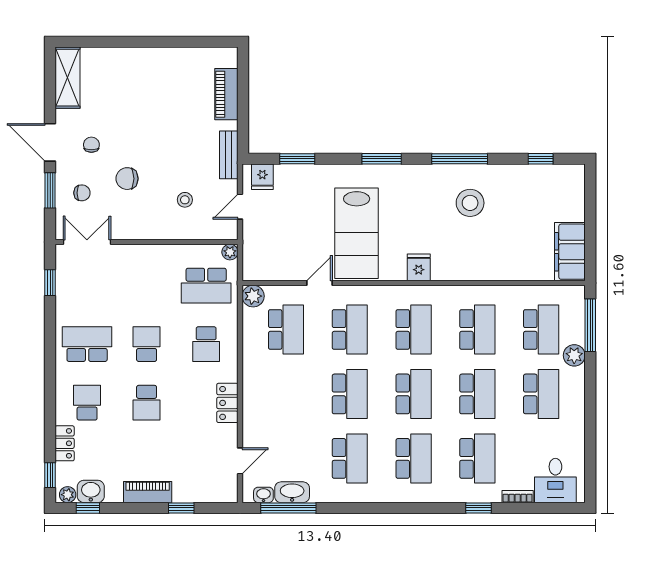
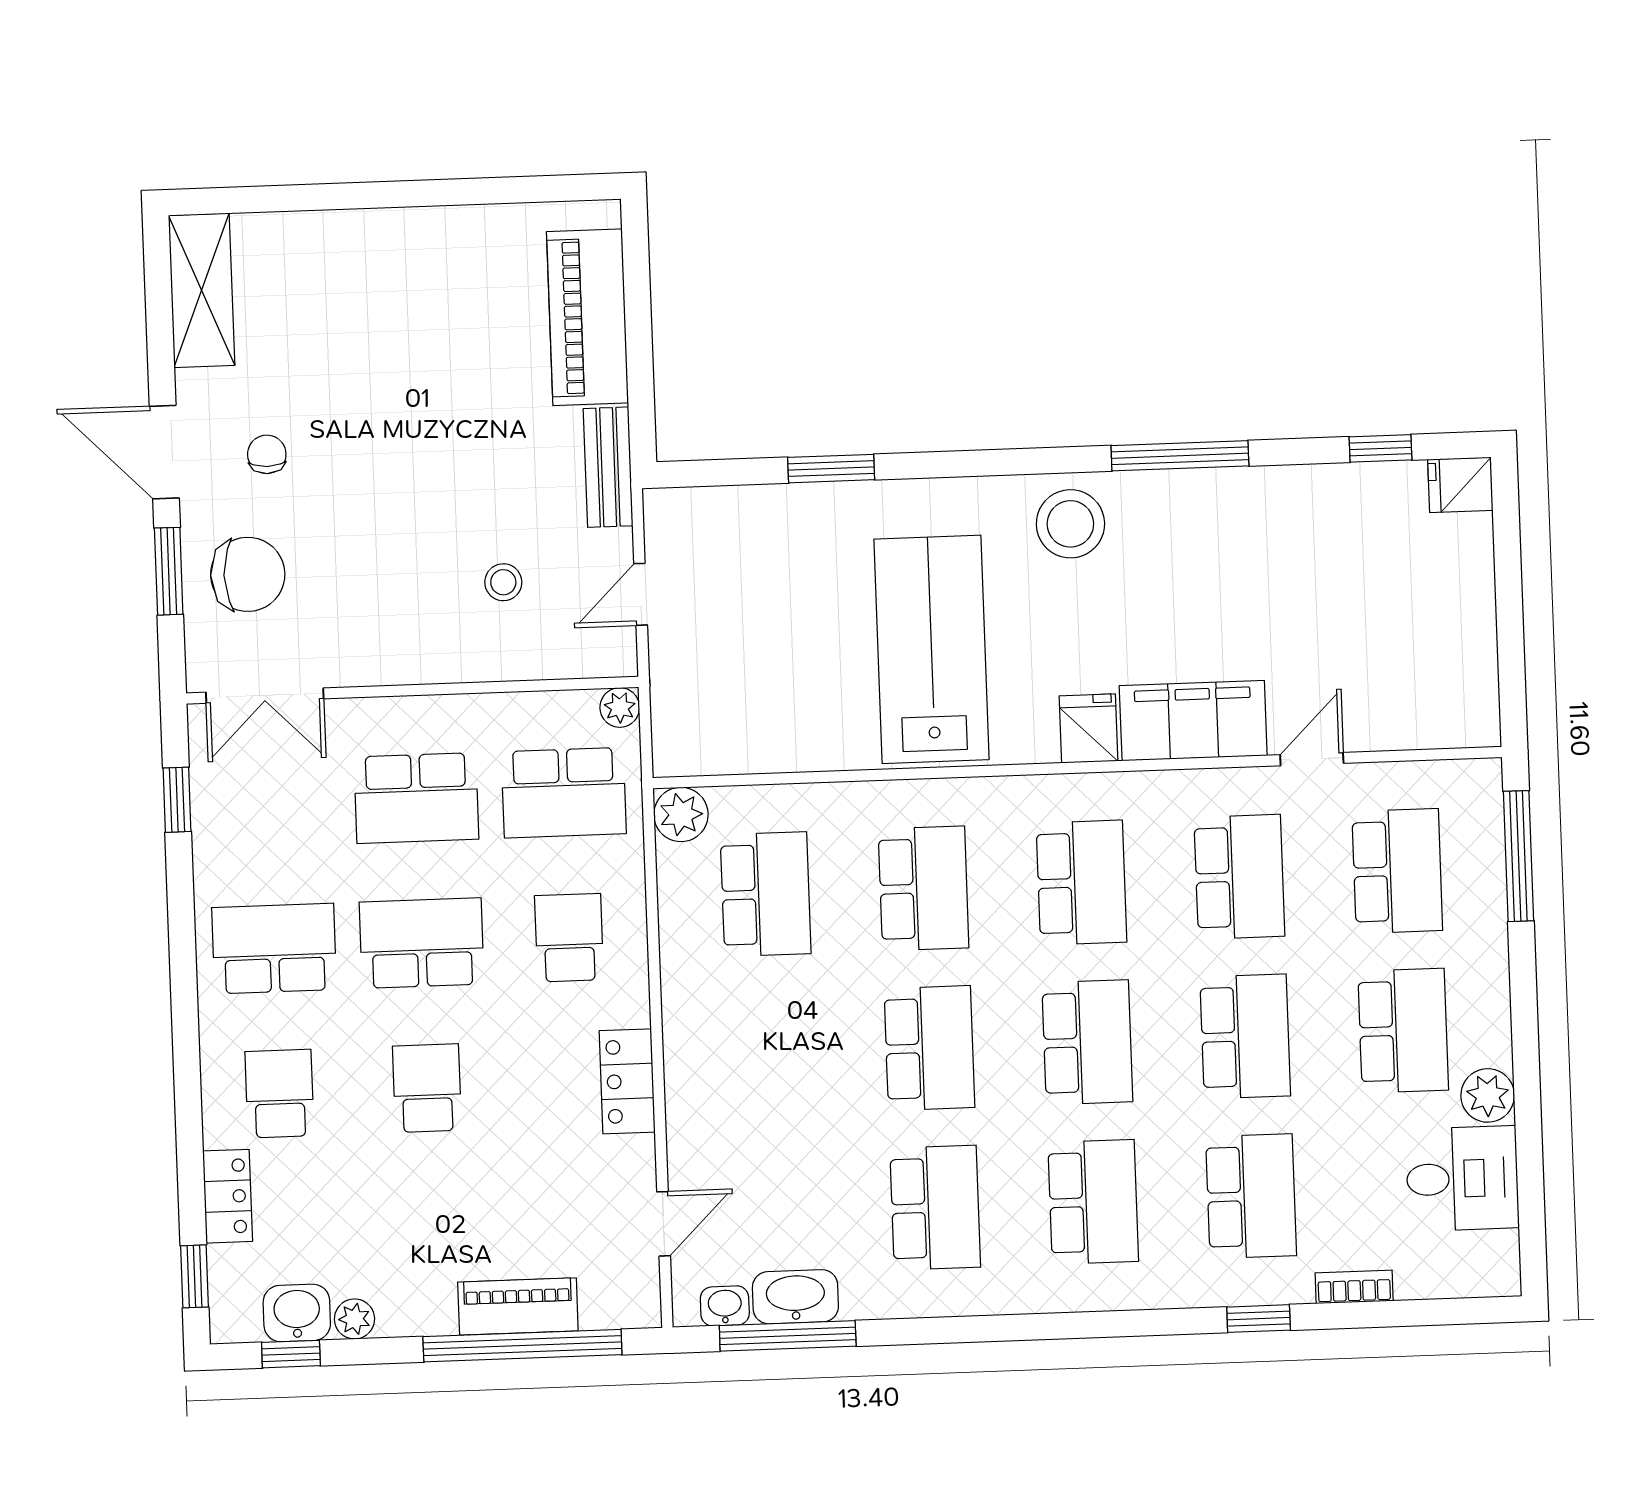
piano: (226, 94) -> (587, 317), width x1.37, depth x1.33
window: (297, 159) -> (831, 469), moved
window: (382, 159) -> (987, 463), removed
fridge: (262, 177) -> (1460, 485), moved, turned 90
chair: (127, 179) -> (358, 535), removed
chair: (82, 193) -> (248, 574), width x1.87, depth x1.87
stool: (470, 203) -> (1070, 524), moved
lab bench: (357, 233) -> (932, 649), turned 180
double door: (87, 242) -> (265, 696), swing flipped
filing cabinet: (570, 252) -> (1193, 721), moved, turned 90
door: (319, 283) -> (1312, 759), moved
school desk: (147, 286) -> (416, 798), added
school desk: (147, 344) -> (422, 943), width x1.85
school desk: (206, 344) -> (569, 938), turned 180
plant: (574, 355) -> (1488, 1095), moved
school desk: (147, 403) -> (427, 1088), turned 180
desk: (555, 480) -> (1462, 1179), moved, turned -90
piano: (148, 492) -> (518, 1306), moved
plant: (68, 495) -> (354, 1319), moved
window: (181, 508) -> (522, 1346), width x3.17

